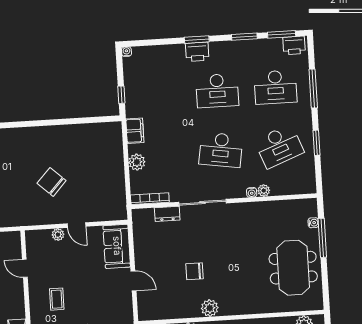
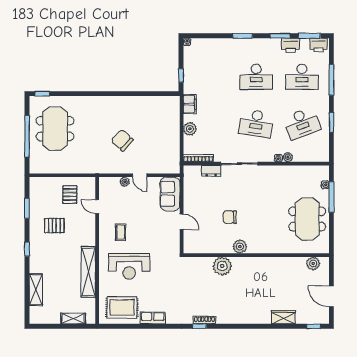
printer: (197, 52) -> (291, 45), moved

